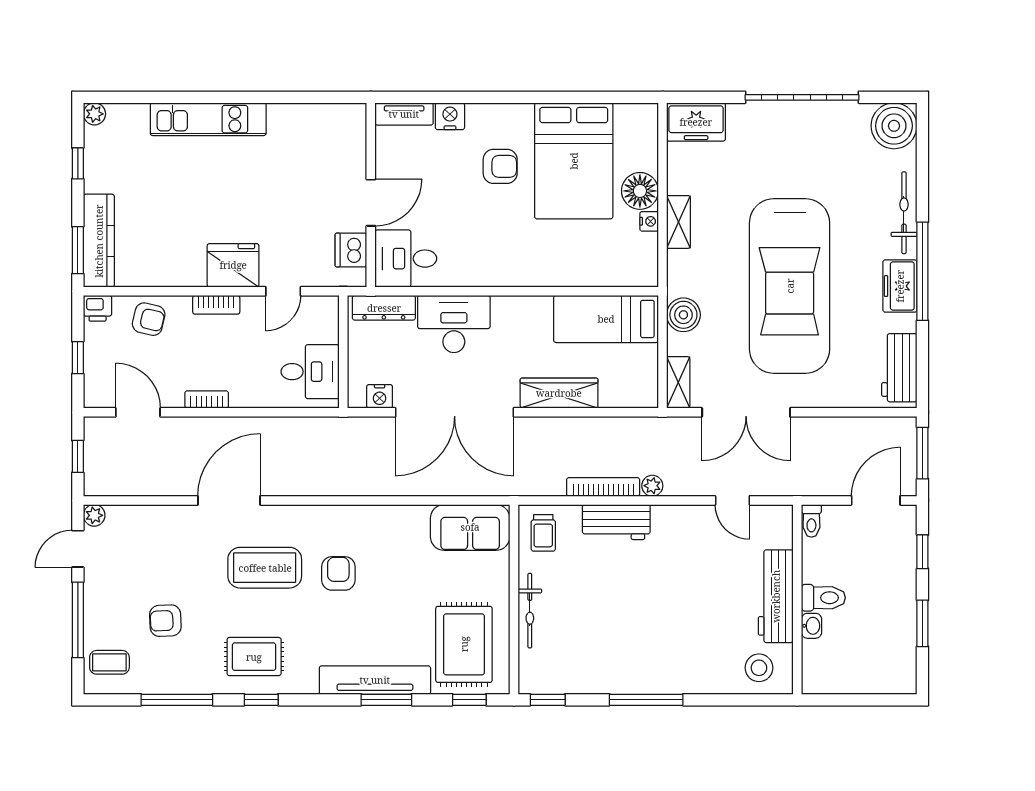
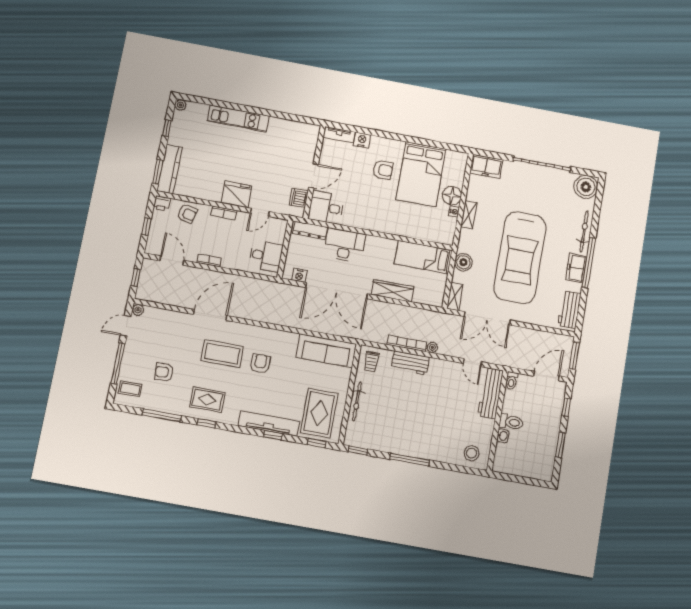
sofa: (470, 527) -> (326, 351), width x1.36
workbench: (776, 596) -> (491, 393), moved
window: (386, 700) -> (273, 435), width x0.67

